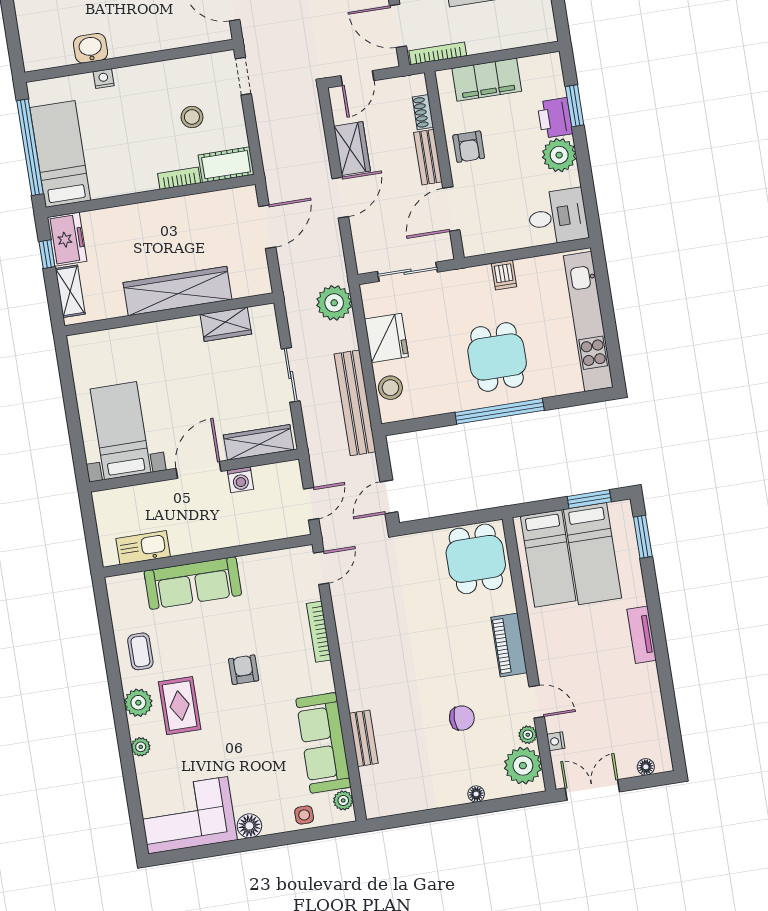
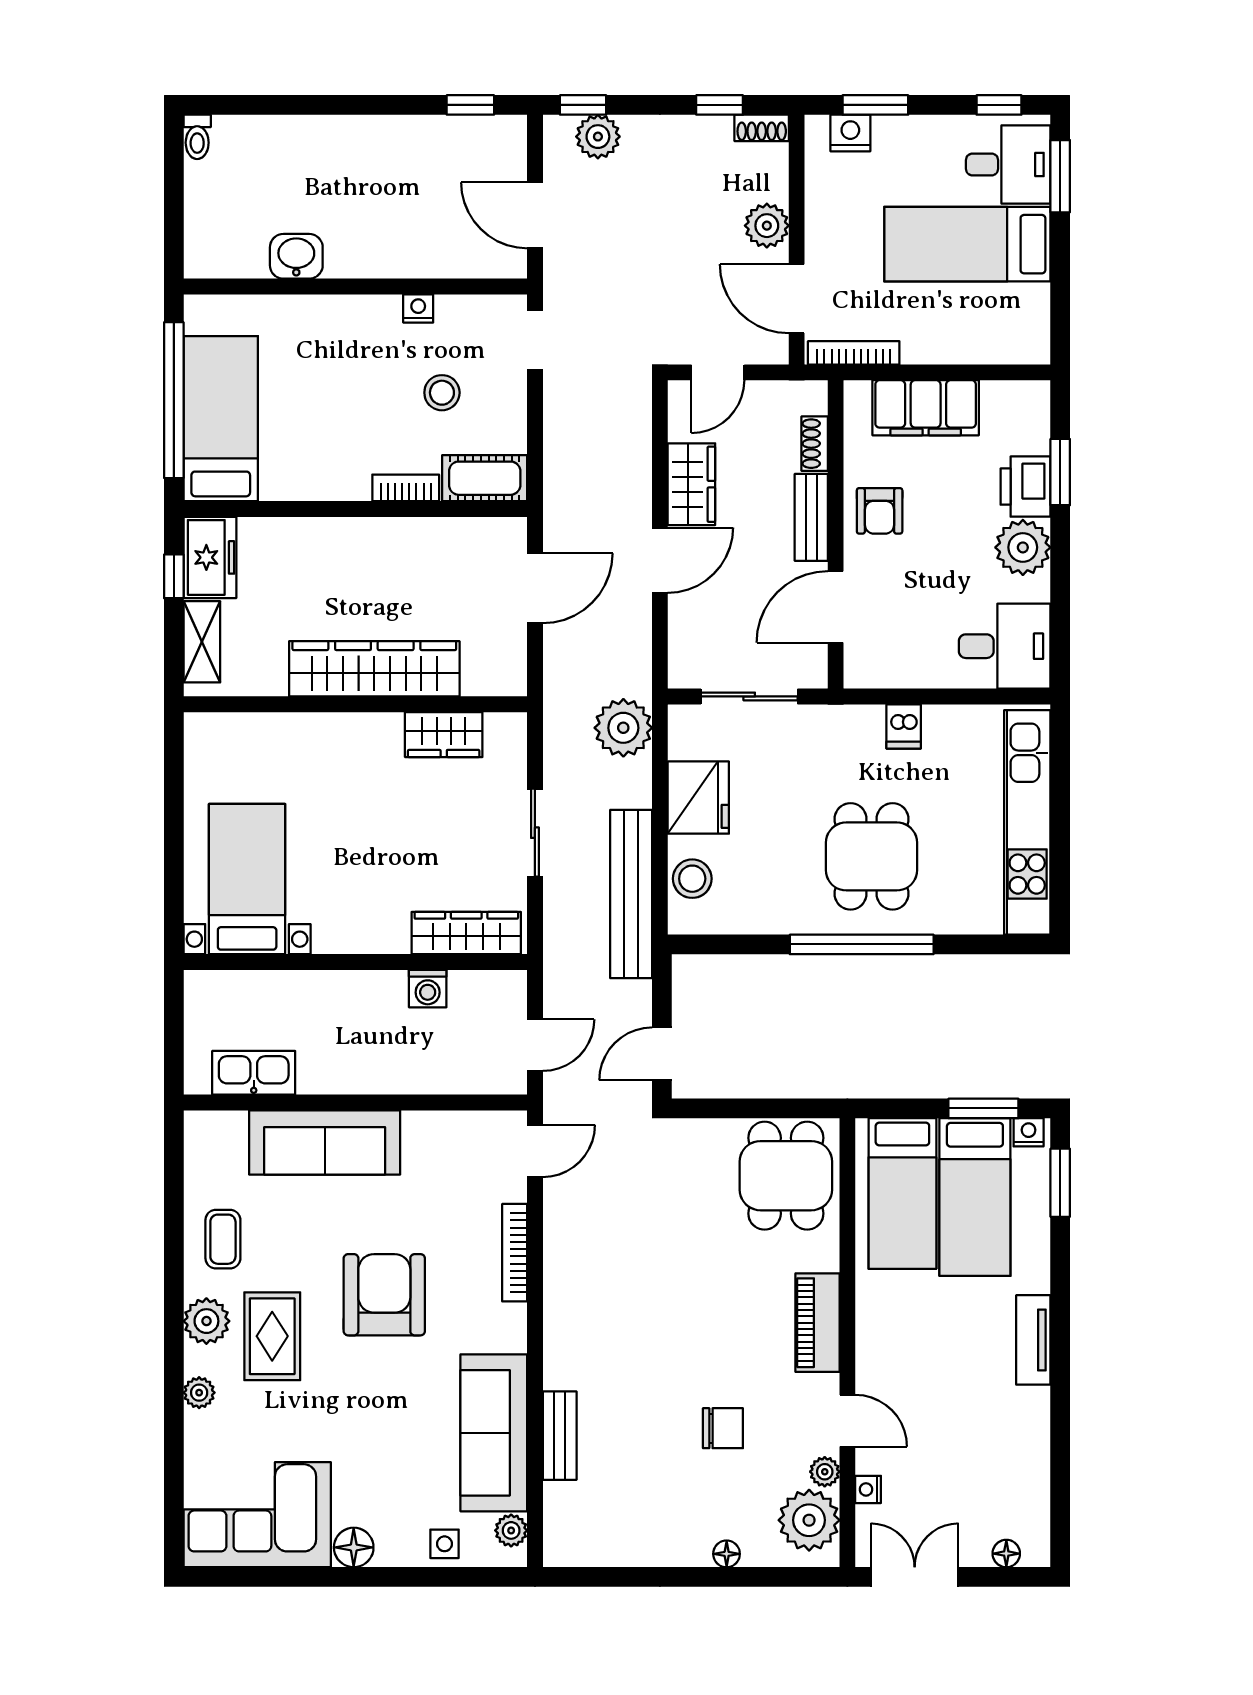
nightstand: (104, 79) -> (418, 308), moved
door: (199, 470) -> (363, 962), removed
nightstand: (619, 509) -> (1029, 1132), added
armchair: (244, 670) -> (384, 1295), width x1.88, depth x1.88

